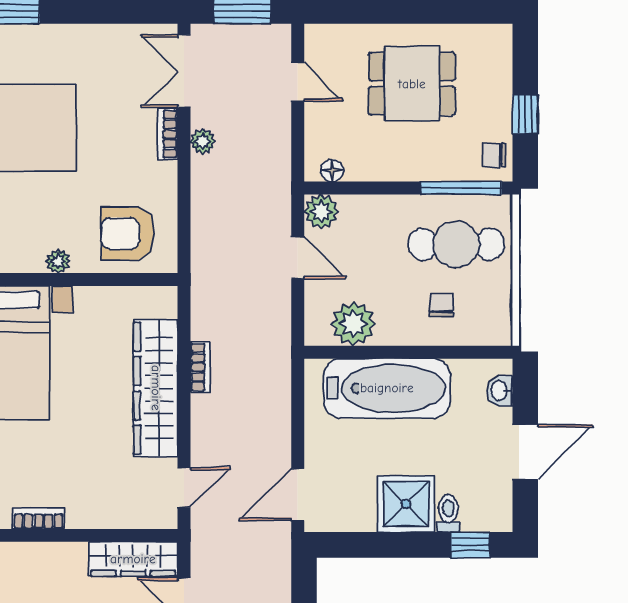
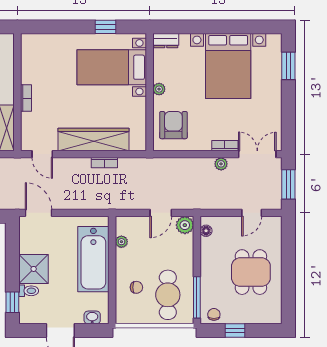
plant: (353, 324) -> (121, 242), width x0.53, depth x0.53
bookcase: (39, 519) -> (26, 98), moved

